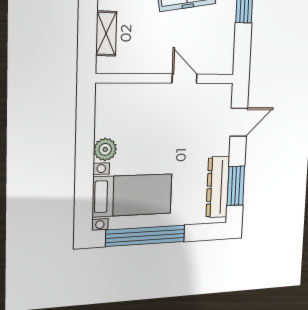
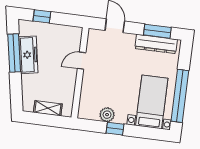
window: (85, 145) -> (115, 129), added
plant: (105, 149) -> (107, 115), moved

